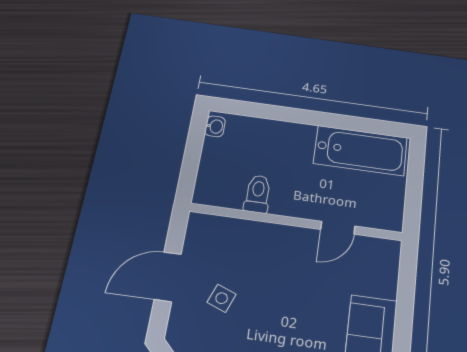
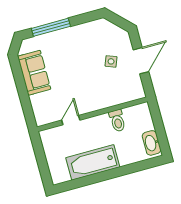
washbasin: (215, 126) -> (152, 143), width x1.91, depth x1.45
bathtub: (361, 151) -> (93, 162), moved

